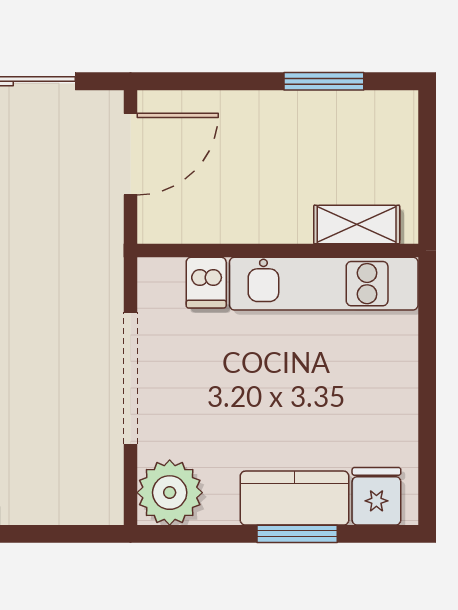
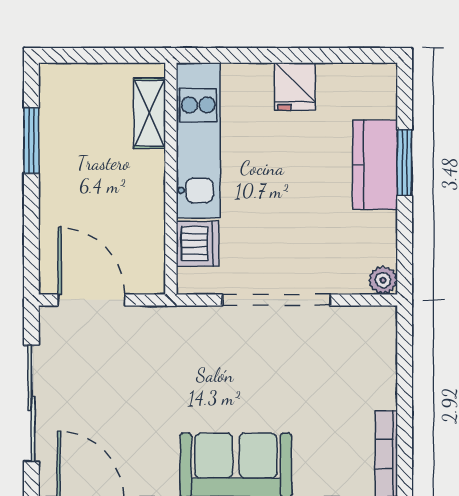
dishwasher: (206, 283) -> (197, 244), width x1.38
plant: (170, 493) -> (383, 280), width x0.53, depth x0.53
fridge: (376, 496) -> (295, 86), moved, turned -90

